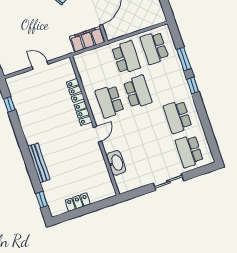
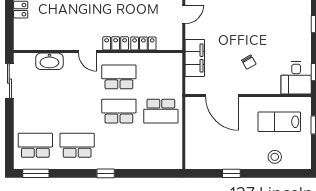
filing cabinet: (87, 39) -> (195, 58), moved
school desk: (154, 48) -> (161, 145), removed
window: (184, 59) -> (36, 173), moved
school desk: (138, 92) -> (119, 111), turned 180
sliding door: (168, 182) -> (9, 81), moved

